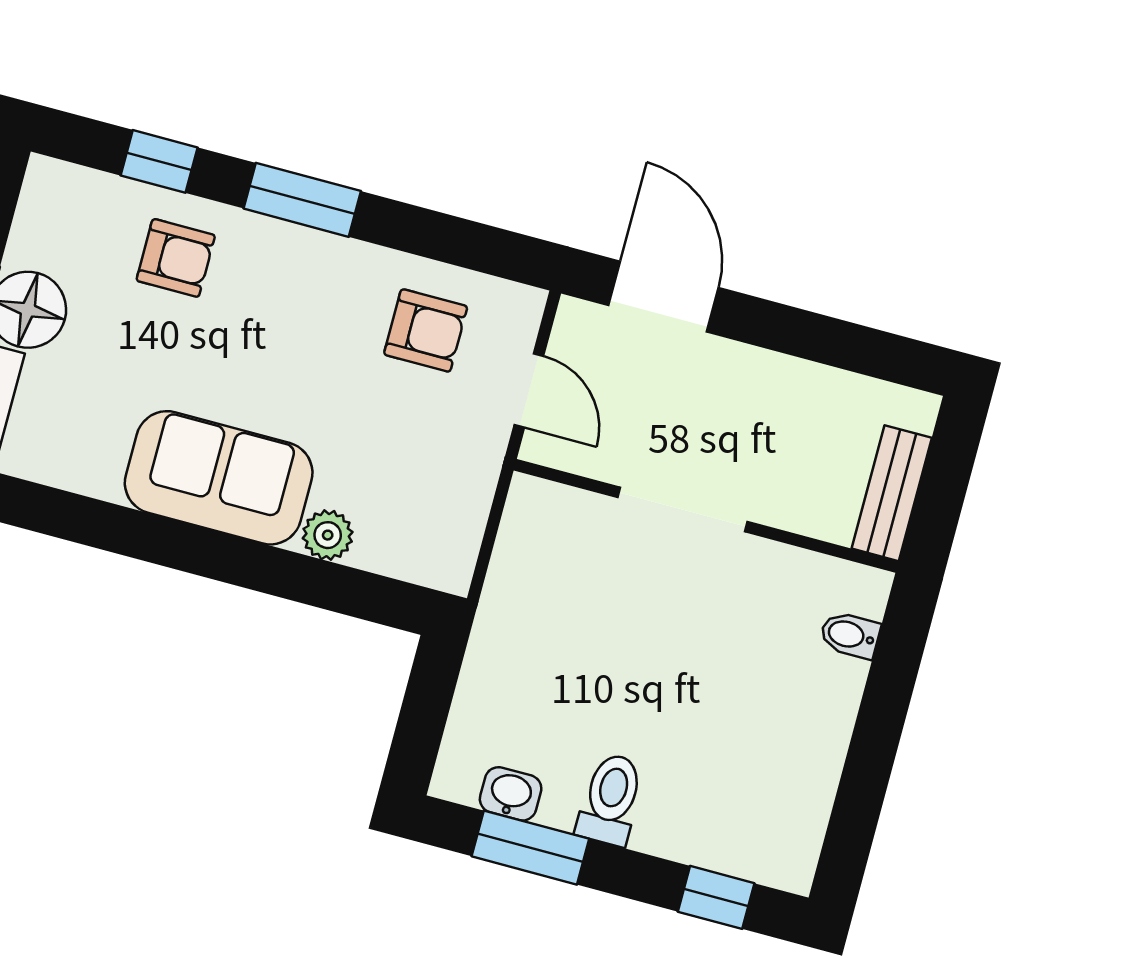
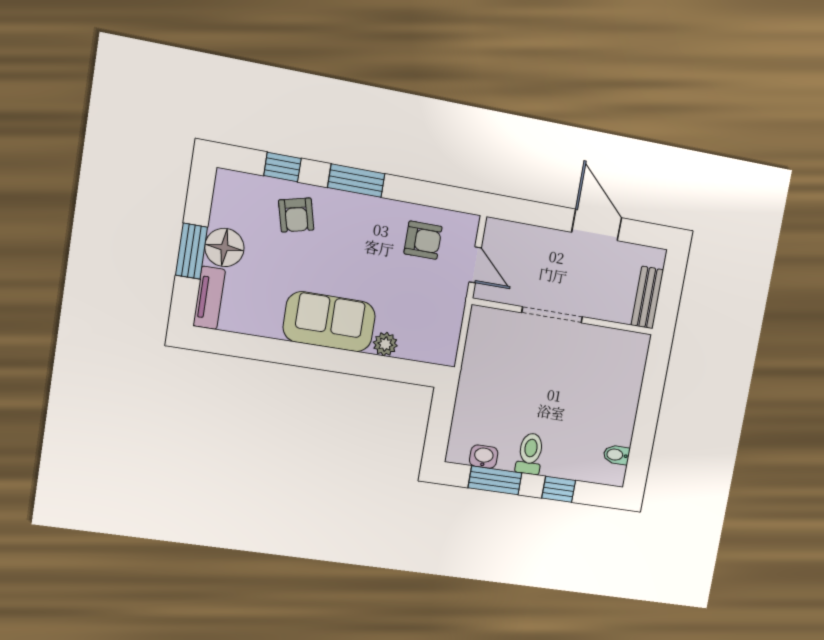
armchair: (176, 258) -> (296, 215), turned 76
door: (664, 297) -> (597, 225), moved
bidet: (850, 635) -> (617, 455), moved
window: (716, 897) -> (559, 489), moved

